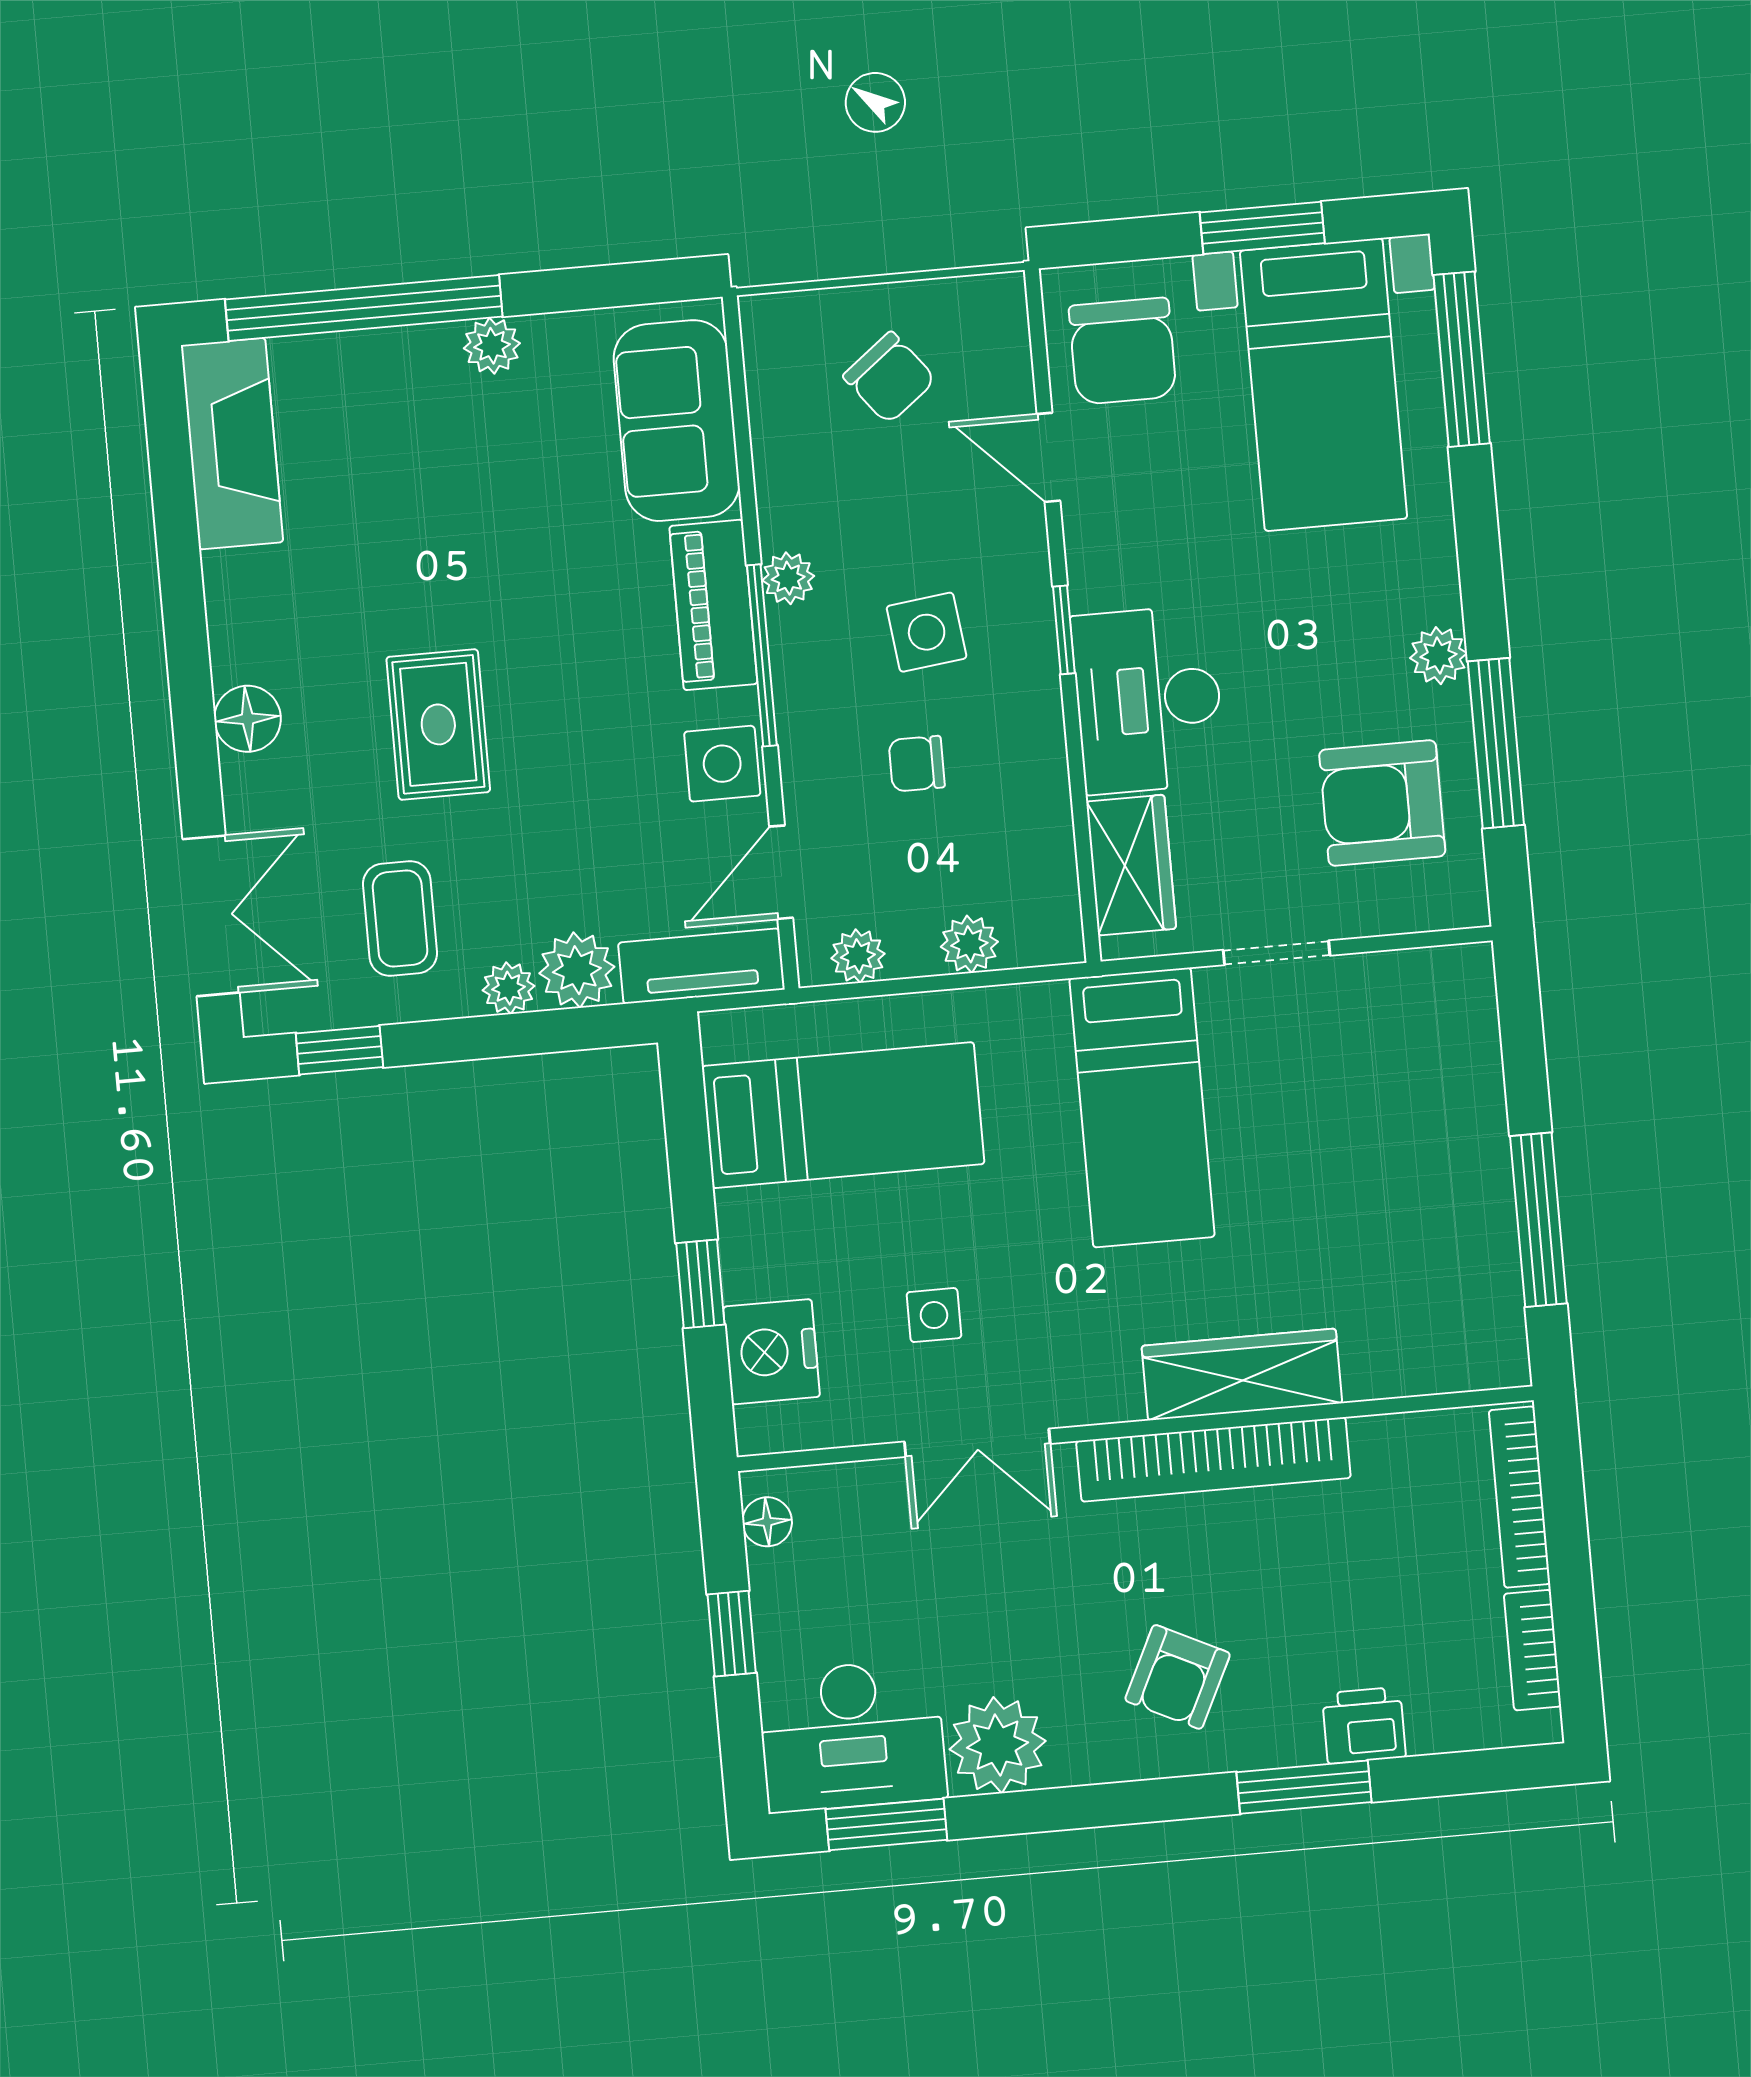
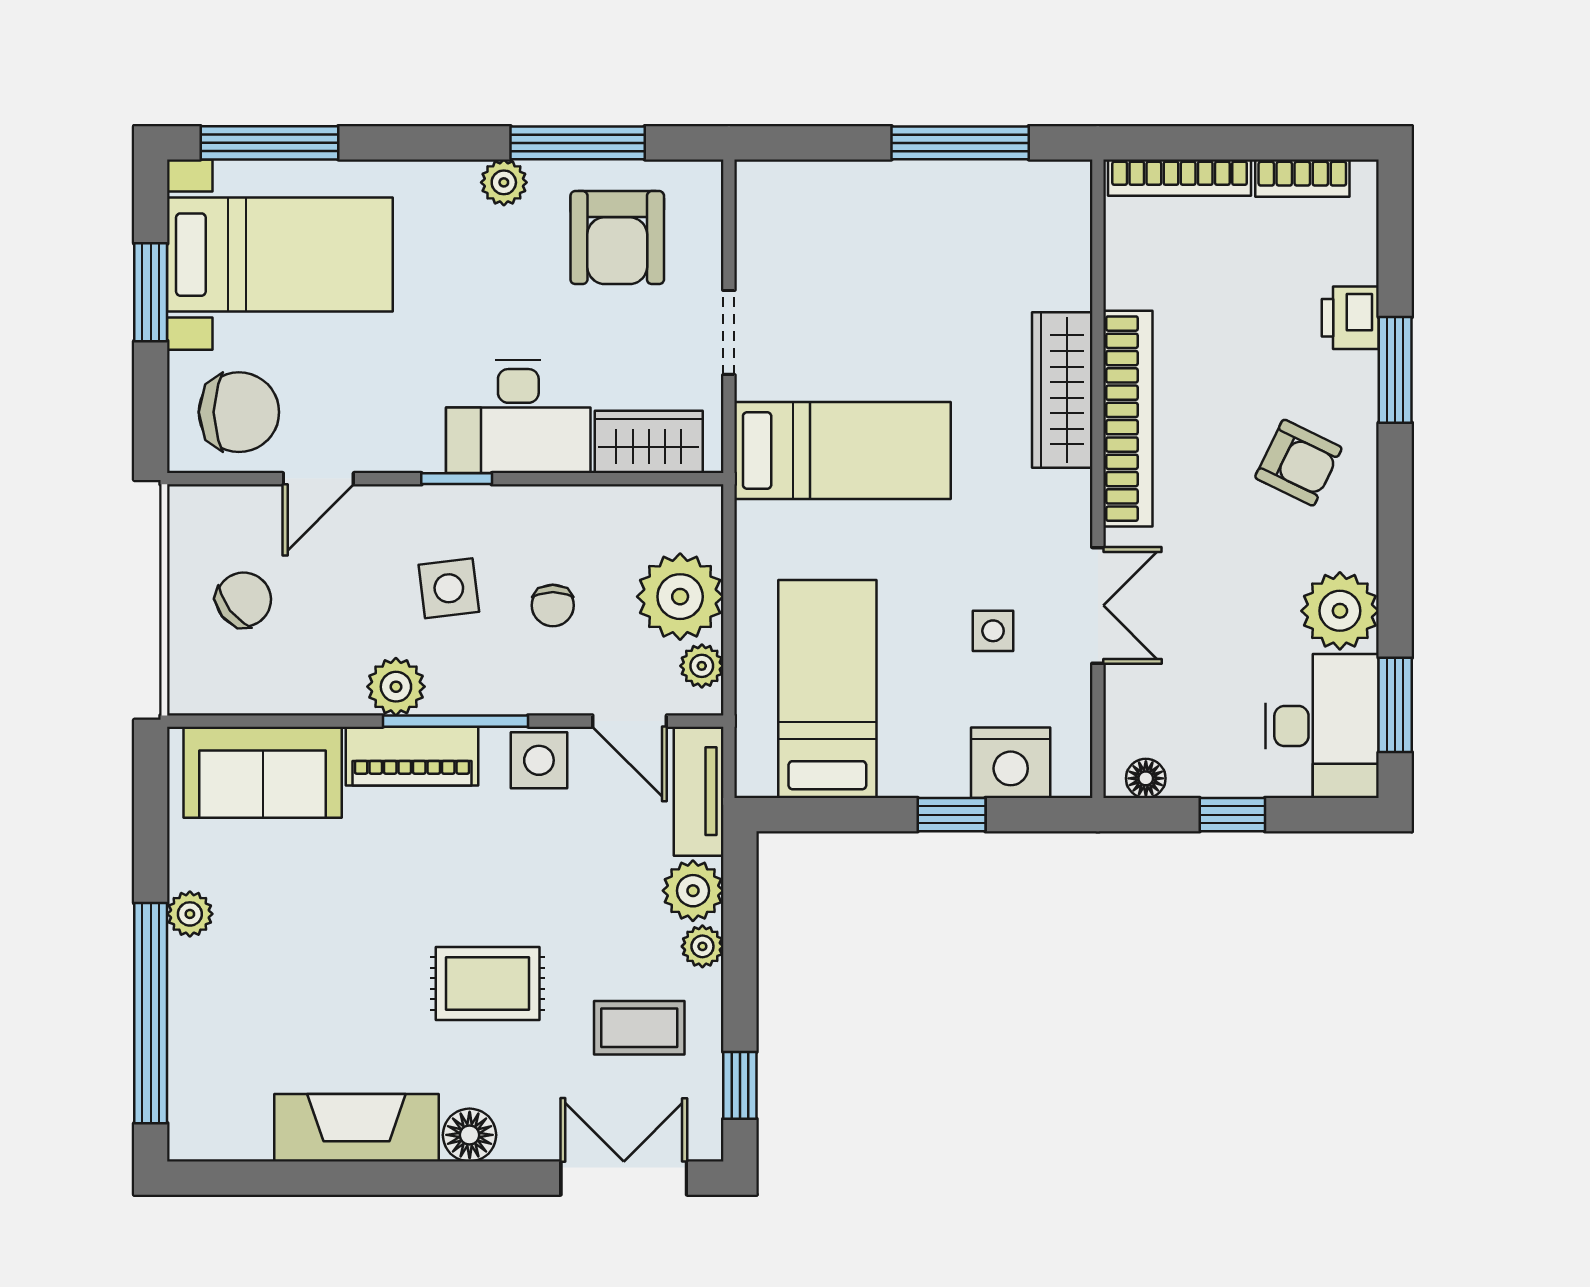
fireplace: (232, 444) -> (356, 1128), moved
plant: (788, 578) -> (396, 687), width x1.38, depth x1.38
plant: (969, 944) -> (680, 597), width x1.88, depth x1.88

